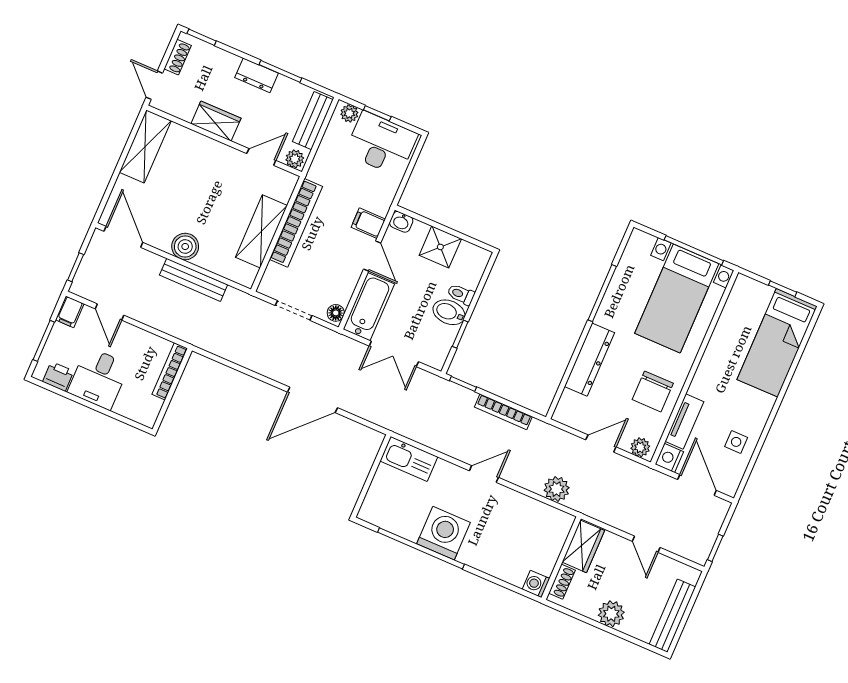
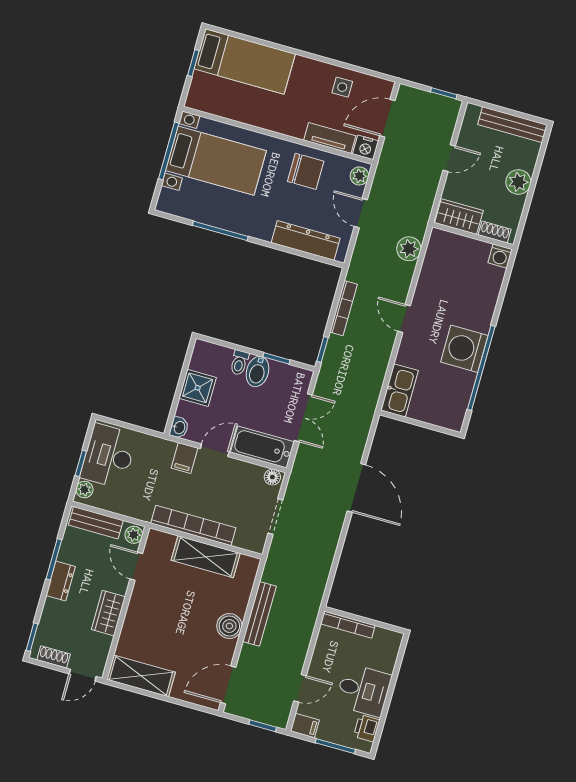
dresser: (589, 360) -> (306, 241), moved

